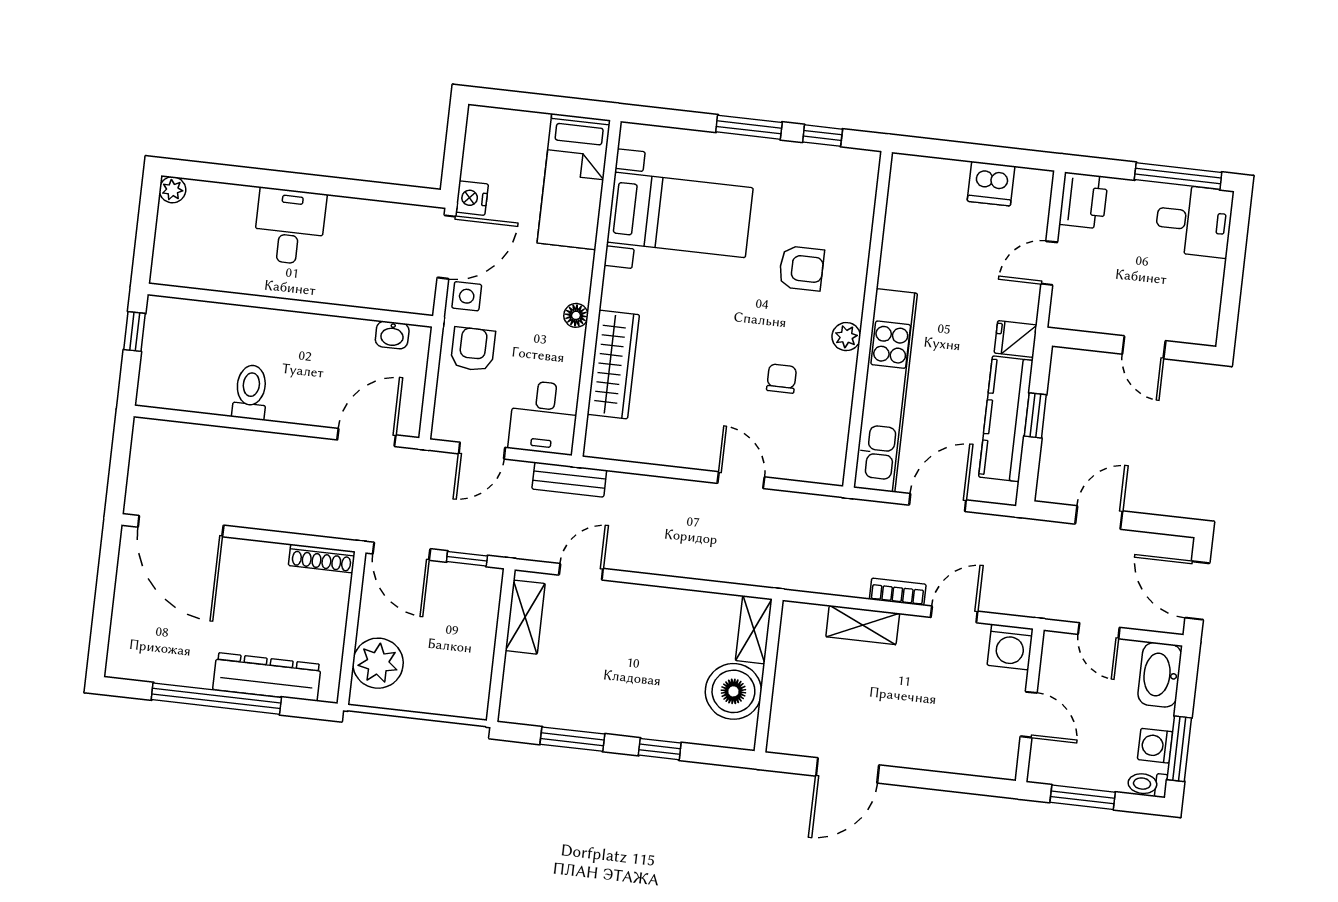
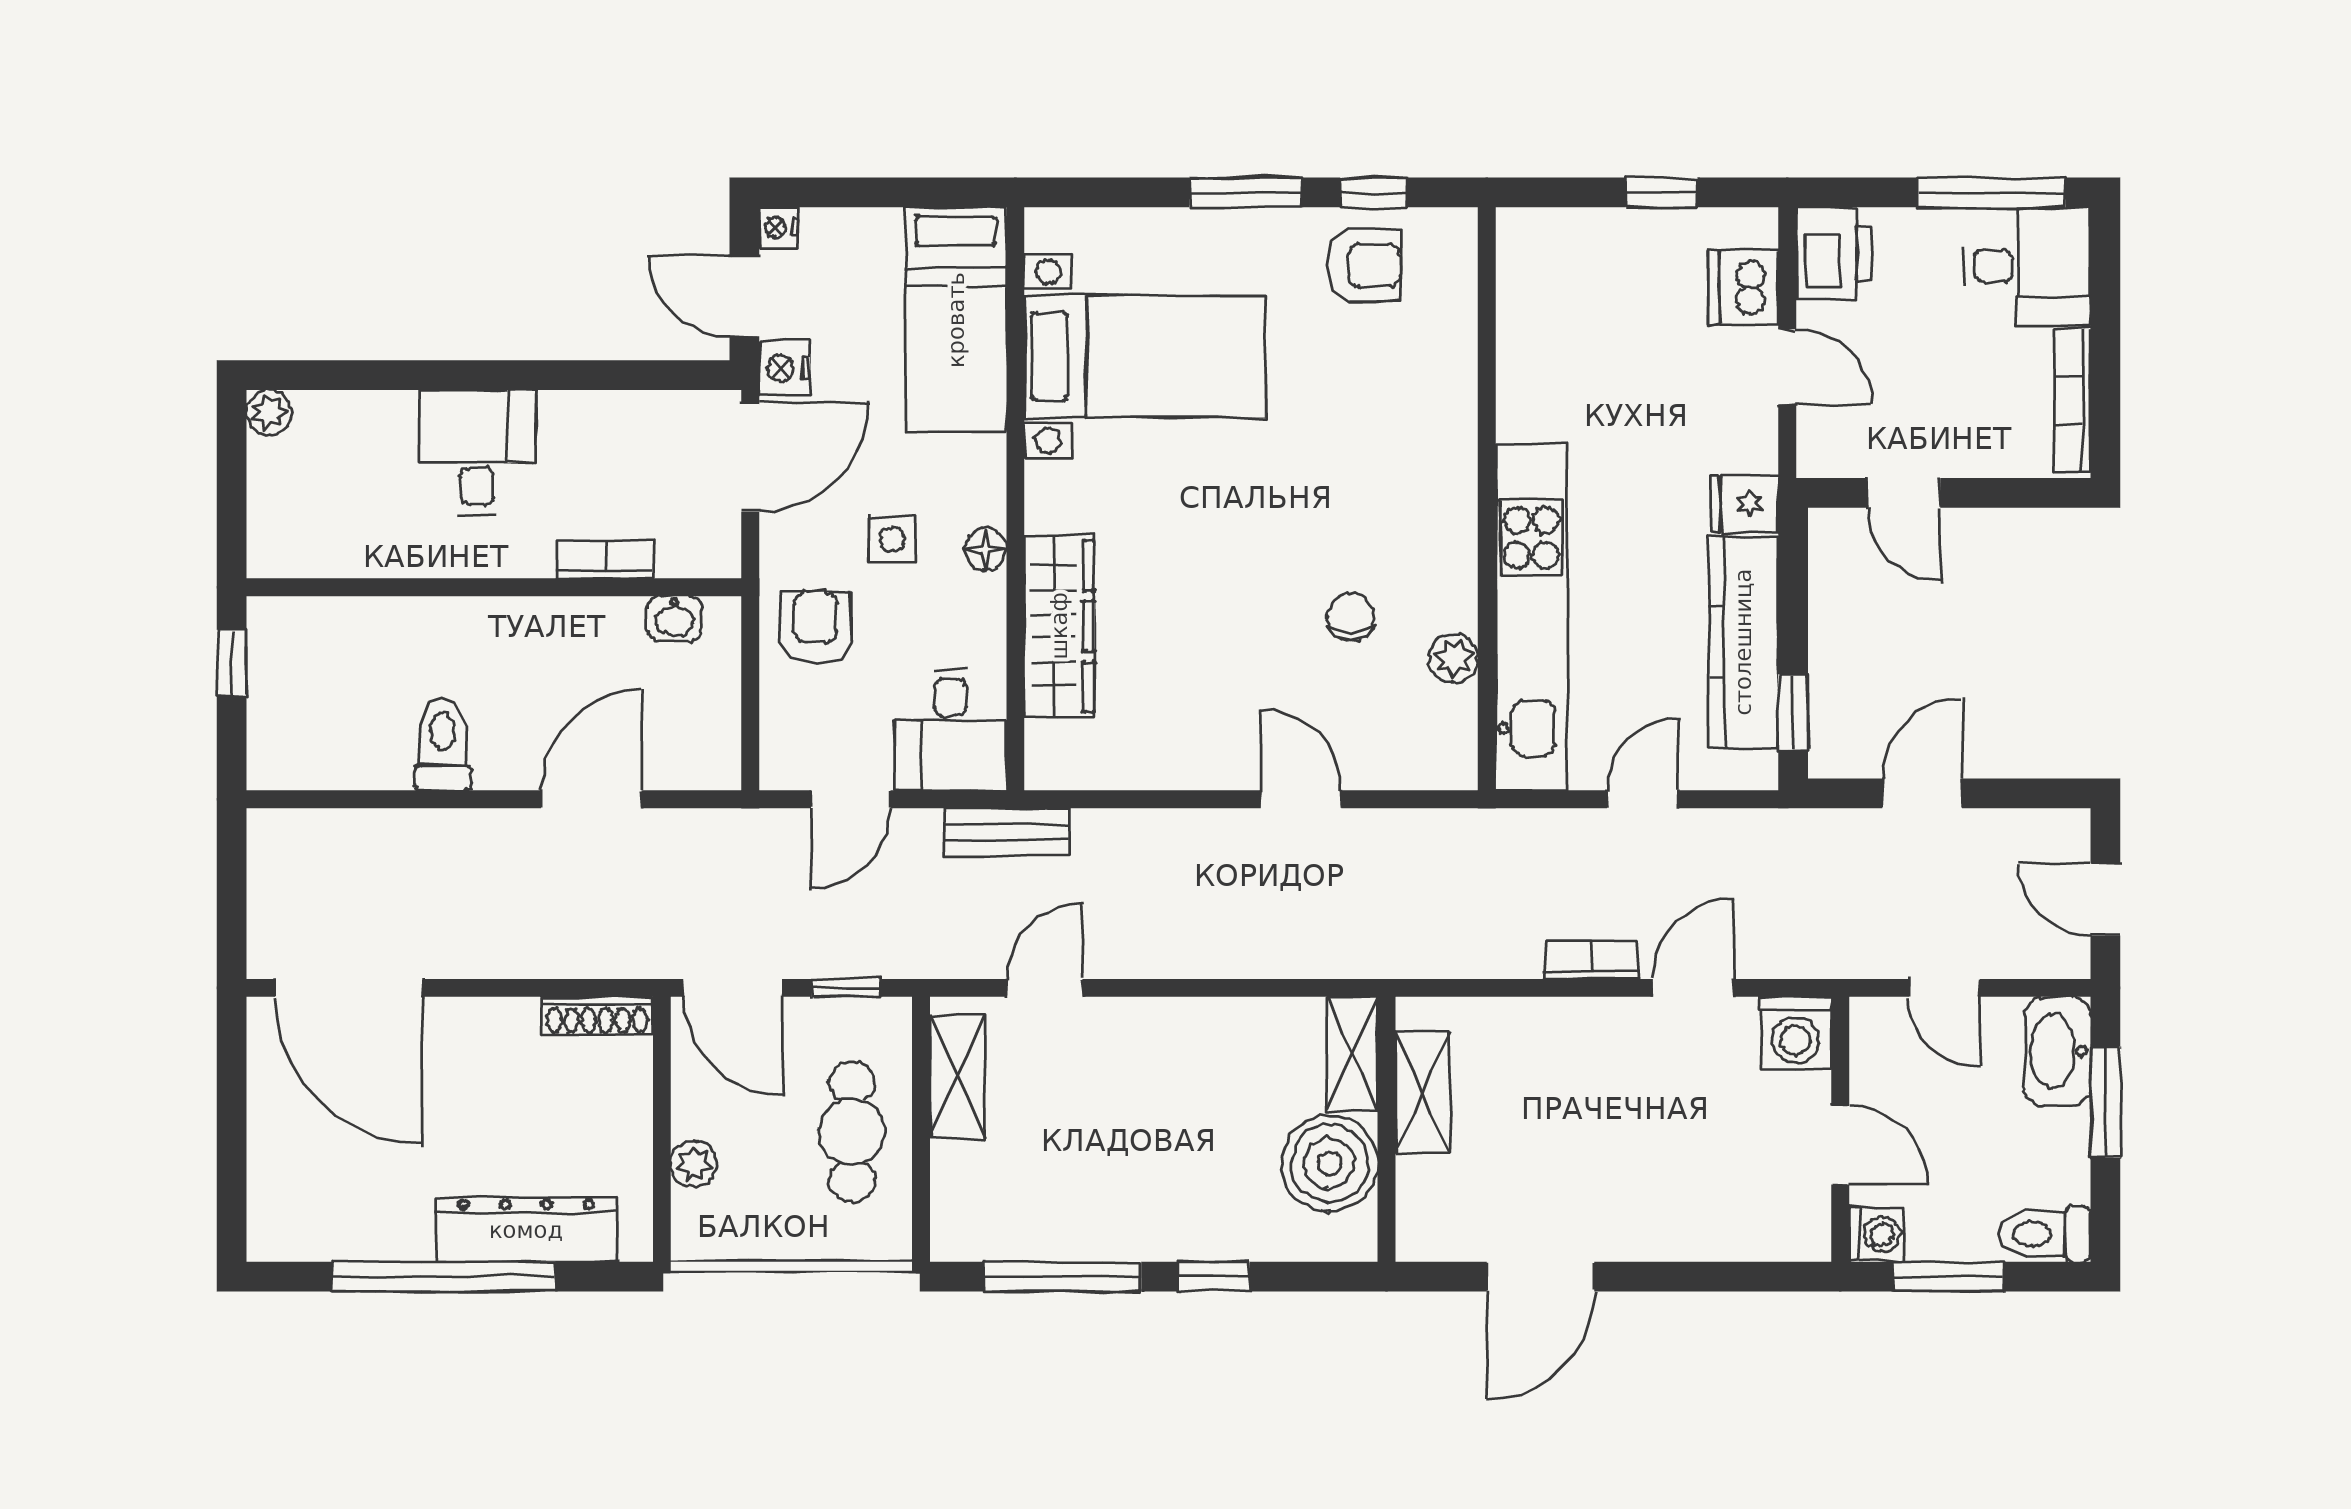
nightstand: (478, 117) -> (778, 228), added
door: (454, 154) -> (744, 296), added
window: (988, 154) -> (1662, 192), added
dishwasher: (991, 184) -> (1743, 287), moved, turned 90
door: (1049, 263) -> (1787, 367), swing flipped
armchair: (801, 268) -> (1364, 265), moved
bookcase: (356, 296) -> (605, 559), added
side table: (467, 296) -> (892, 539), moved
bookcase: (1211, 301) -> (2072, 401), added
plant: (846, 337) -> (1453, 658), moved
door: (1144, 347) -> (1904, 493), moved
window: (1035, 415) -> (1793, 712), moved
door: (366, 437) -> (591, 799), moved
door: (938, 502) -> (1643, 799), width x0.73
door: (1197, 591) -> (2105, 900), width x0.73
shelving: (863, 625) -> (1423, 1093), moved, turned 90
cafe table: (461, 642) -> (852, 1132), added
plant: (378, 663) -> (694, 1164), width x0.53, depth x0.53
window: (572, 739) -> (1062, 1277), width x1.44
washing machine: (1155, 746) -> (1877, 1234), moved, turned 180
window: (1179, 749) -> (2105, 1102), moved
toilet: (1147, 784) -> (2045, 1234), width x1.37, depth x1.39

